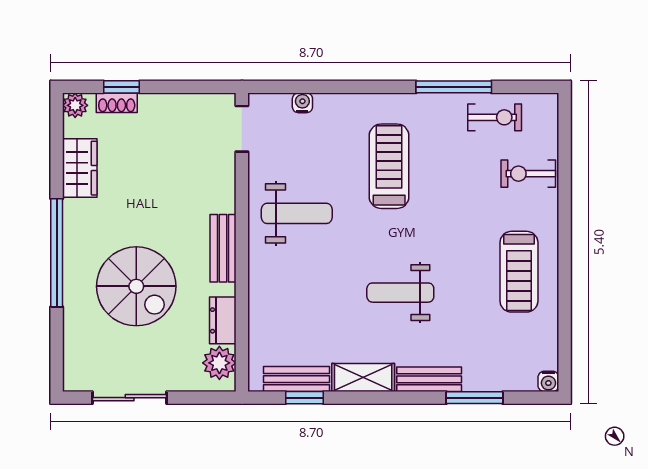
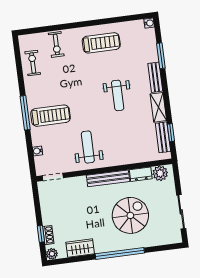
window: (454, 87) -> (25, 113), moved
treadmill: (389, 166) -> (50, 116), moved, turned 180
bench: (223, 248) -> (108, 178), width x1.36

